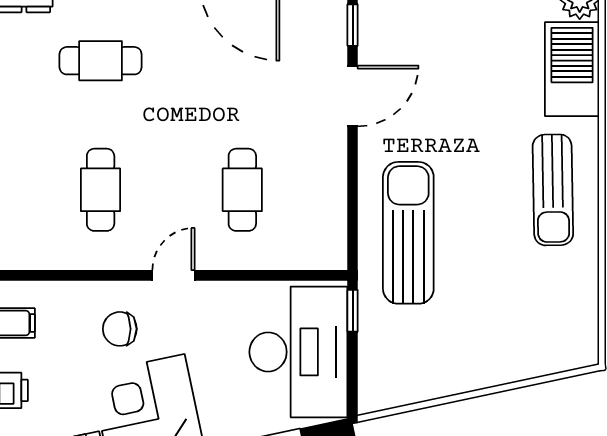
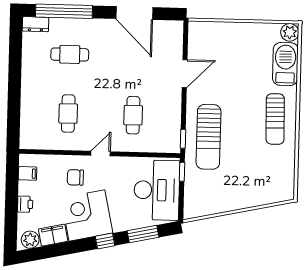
window: (353, 25) -> (183, 139), moved
sun lounger: (408, 233) -> (209, 137), turned 180

